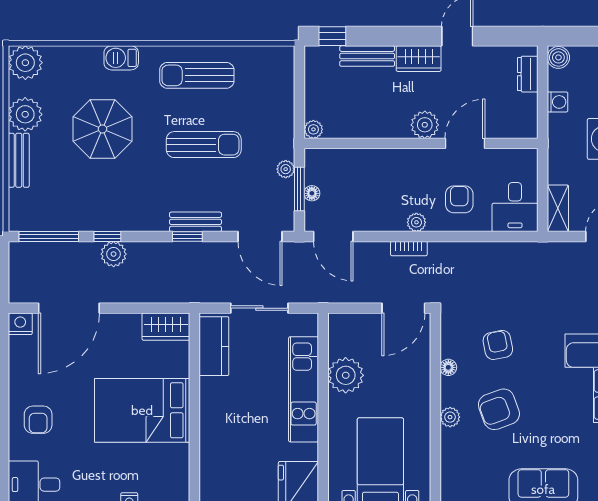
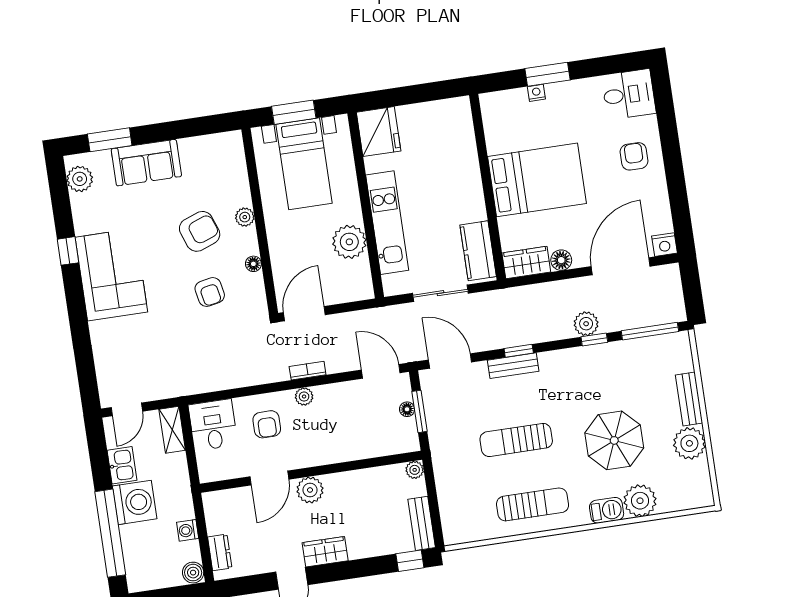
bench: (367, 56) -> (422, 523), moved, turned 90
plant: (25, 63) -> (640, 501), moved
plant: (286, 169) -> (435, 428), removed
floor lamp: (129, 324) -> (561, 260), added

